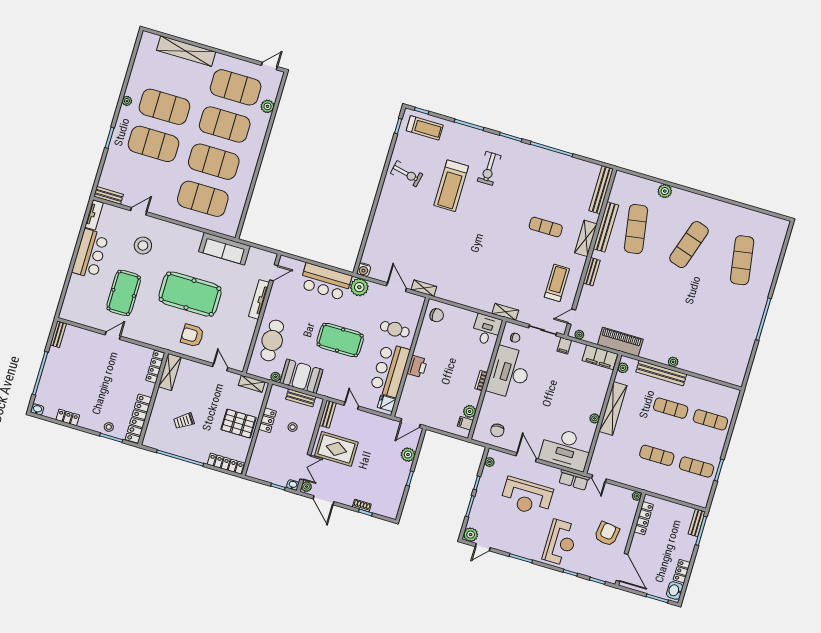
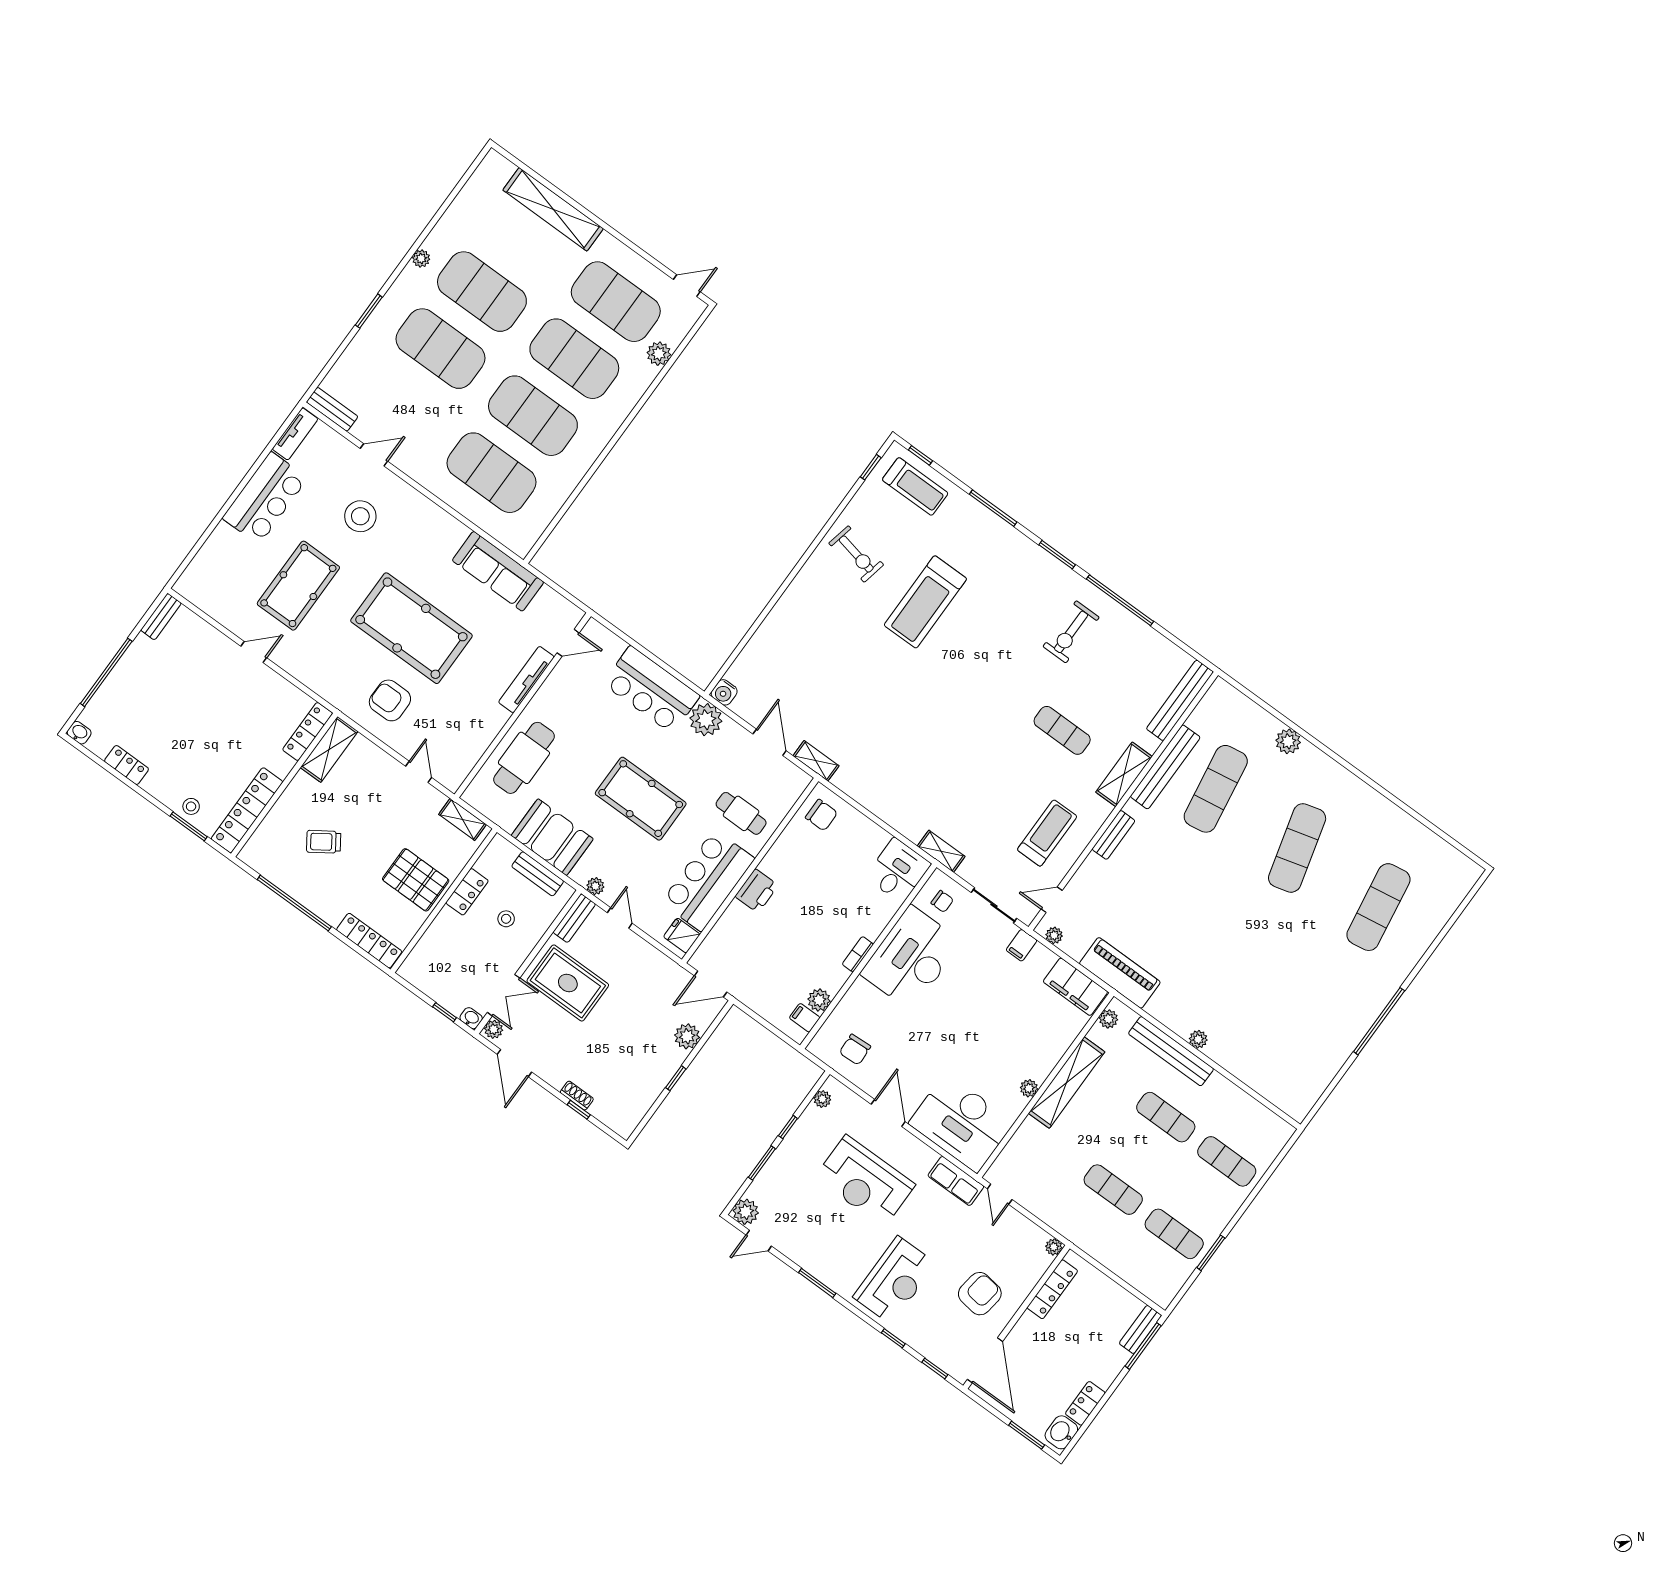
exercise bike: (489, 168) -> (1071, 632), moved
exercise mat: (689, 245) -> (1297, 848), turned -33
plant: (276, 377) -> (595, 886), moved

